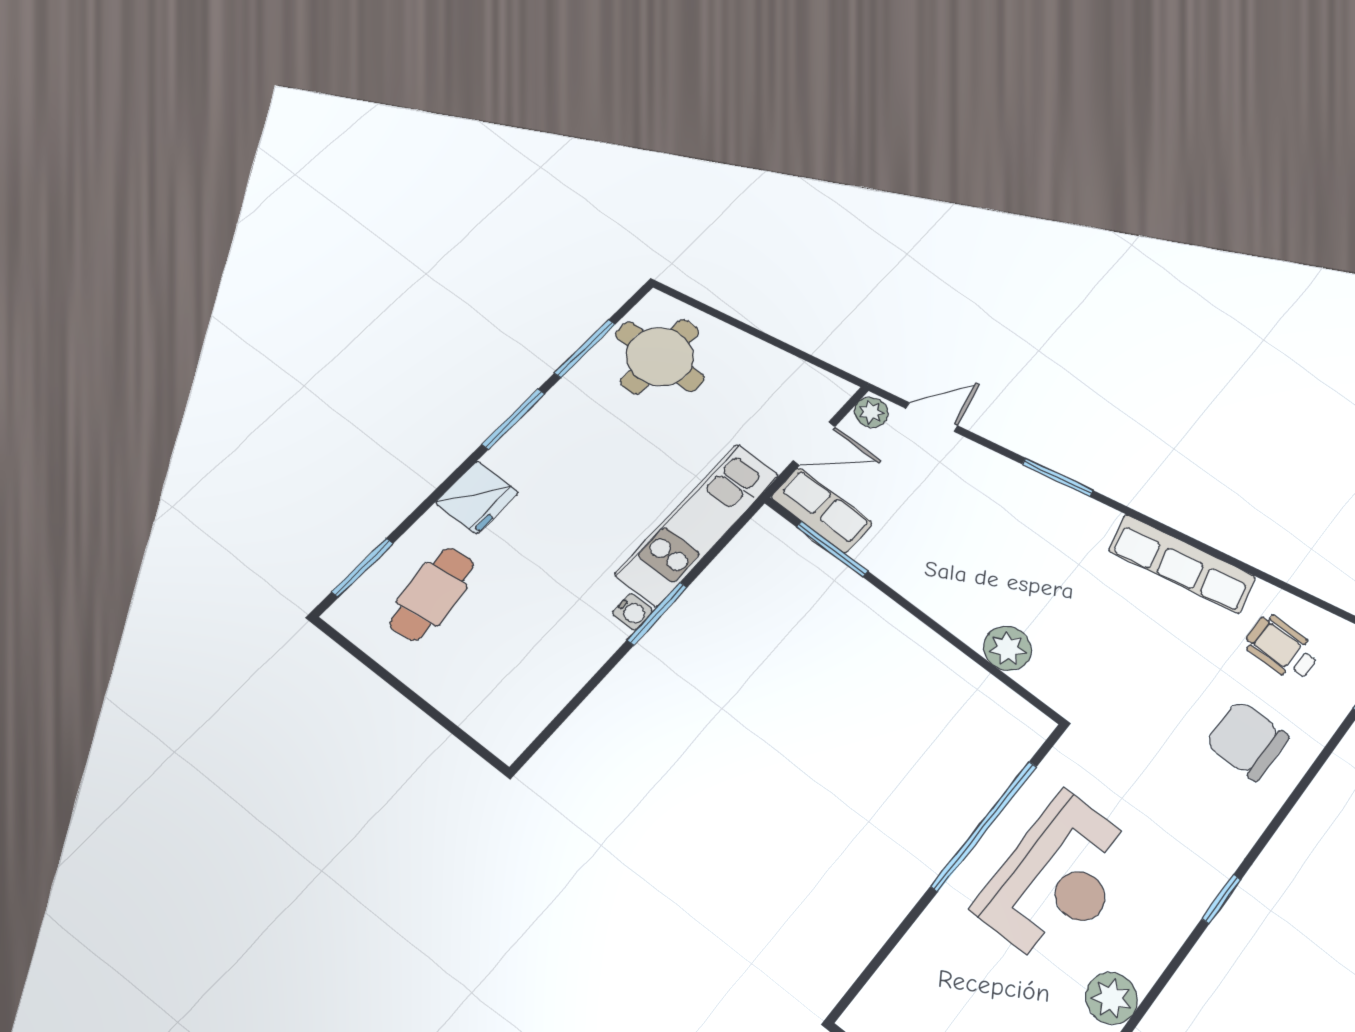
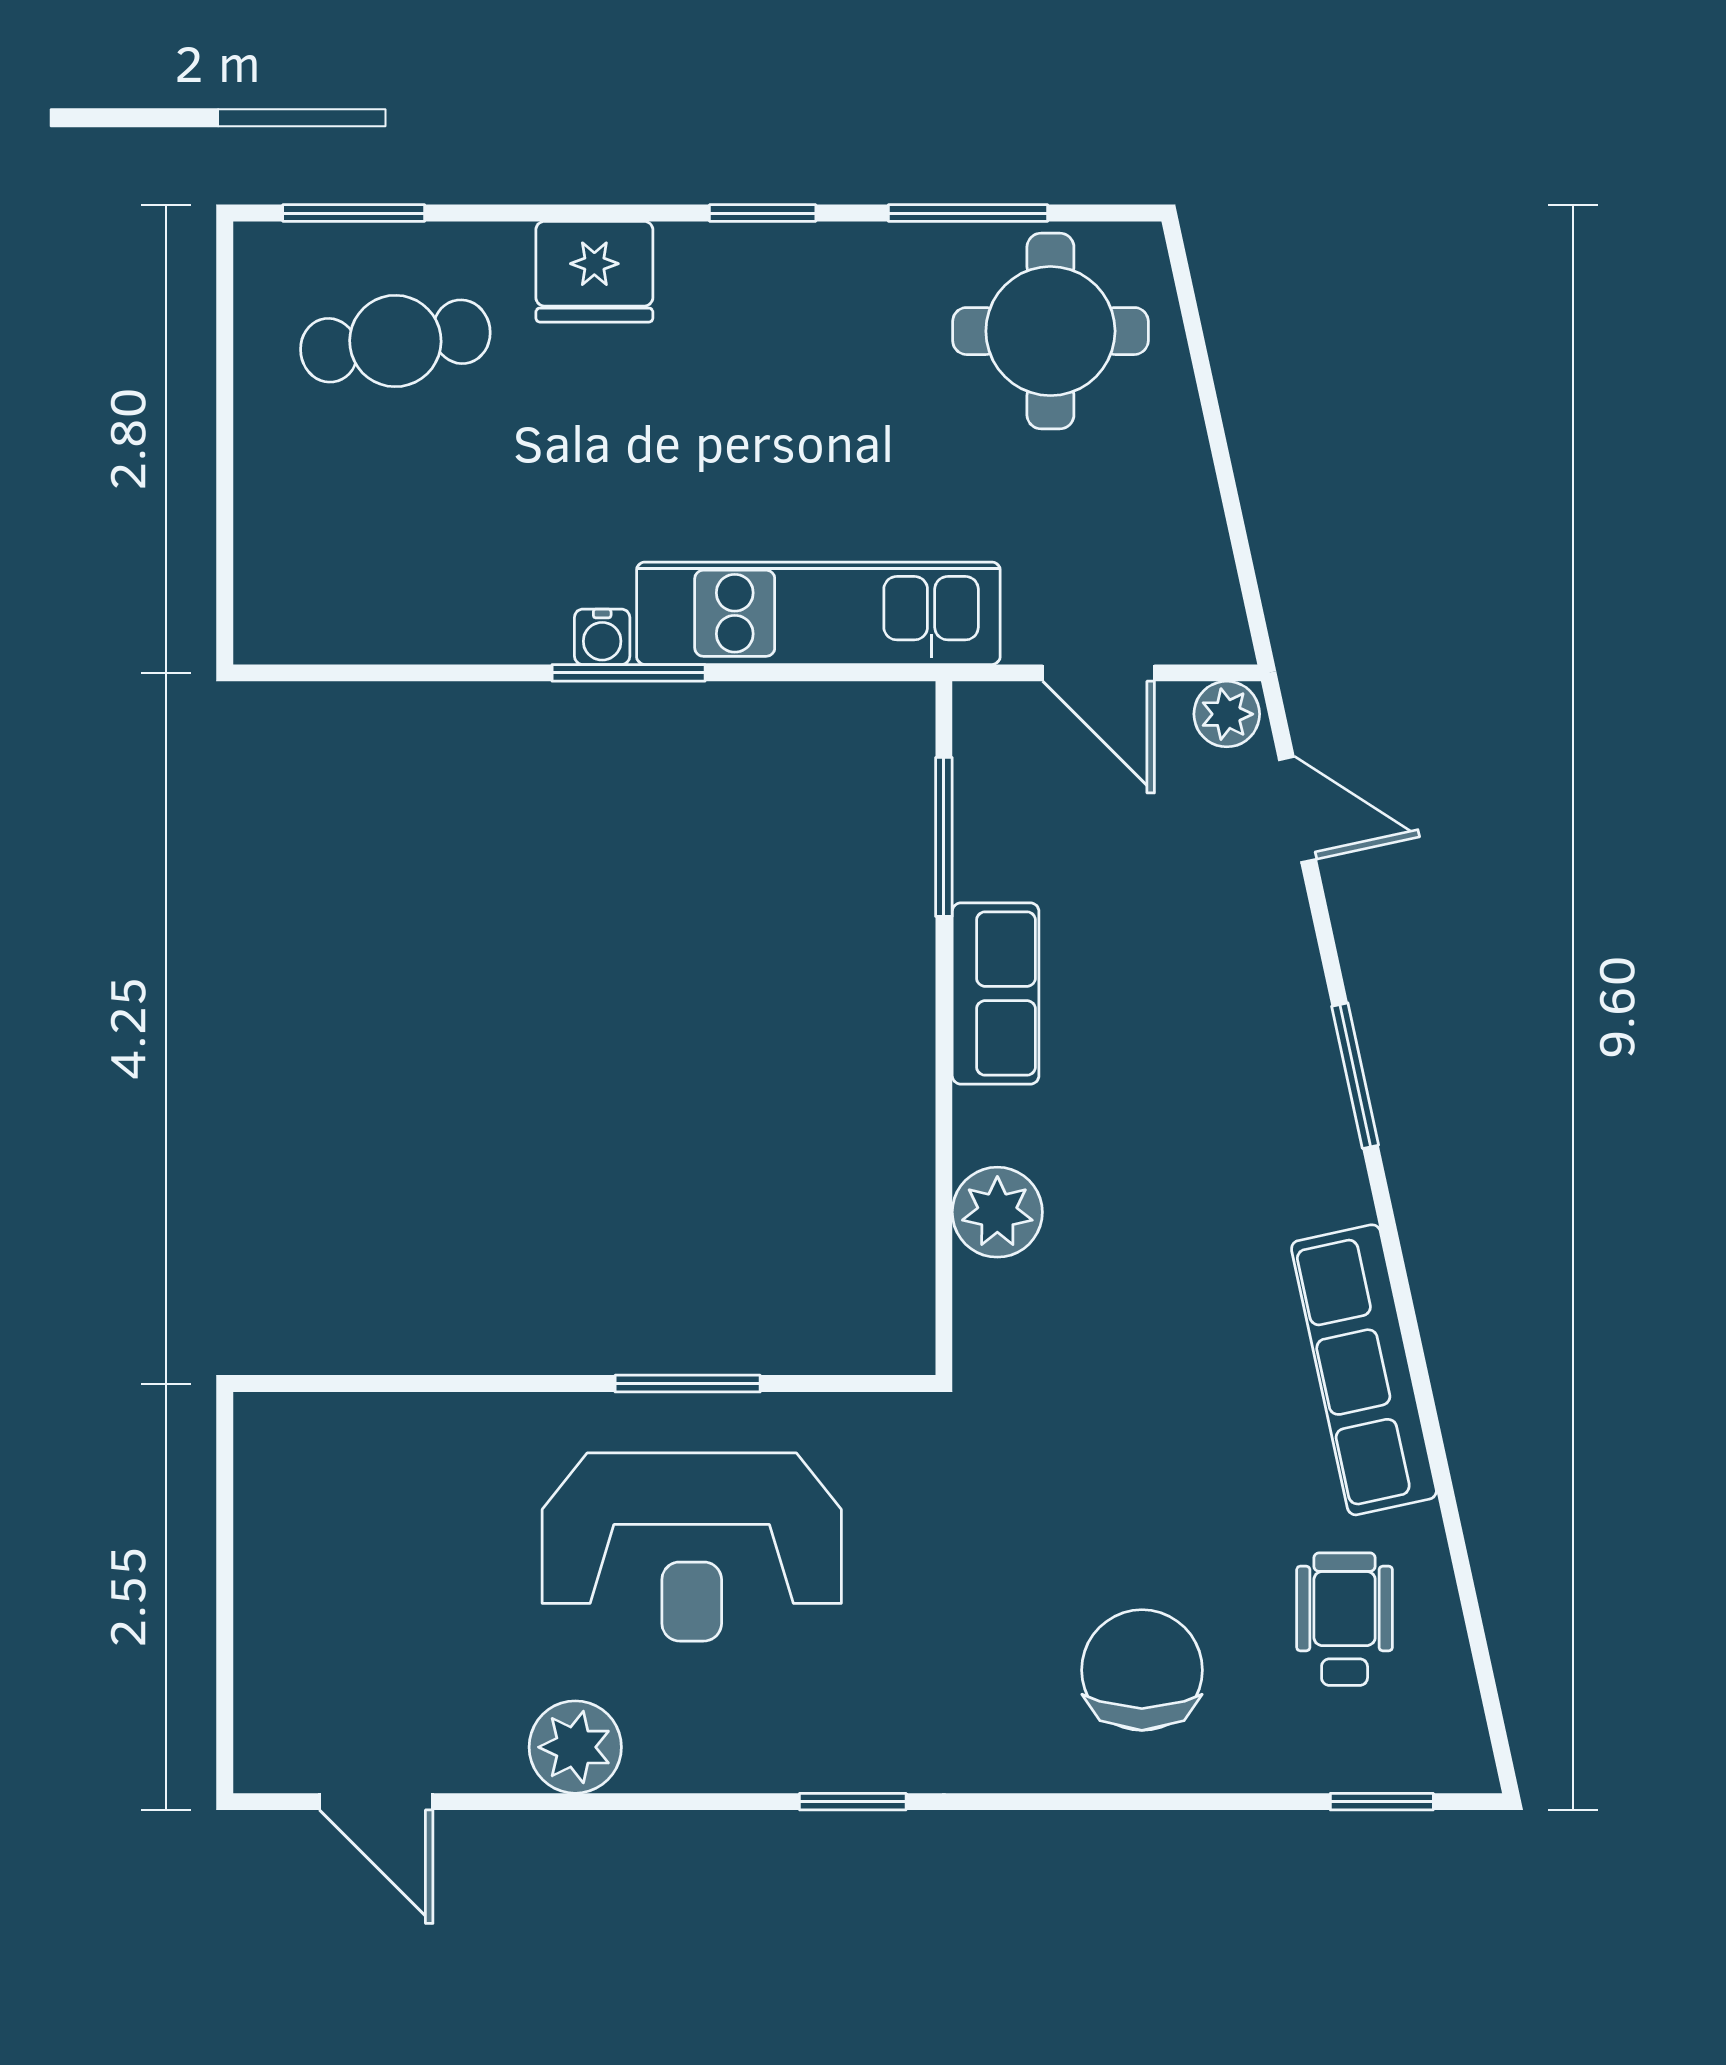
window: (513, 419) -> (763, 213), width x0.67
row of seats: (822, 510) -> (996, 993), moved
window: (984, 826) -> (688, 1384), width x0.47

